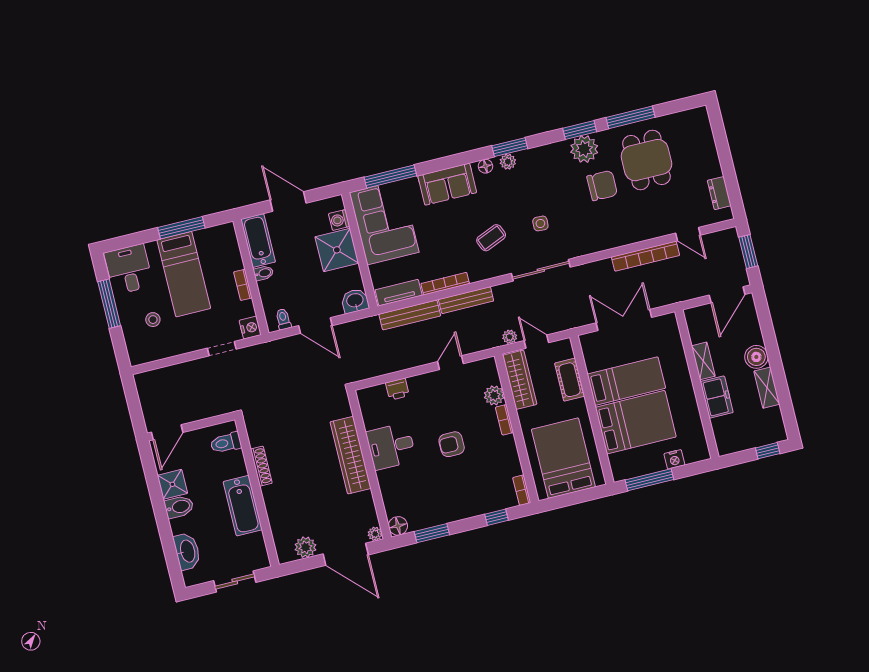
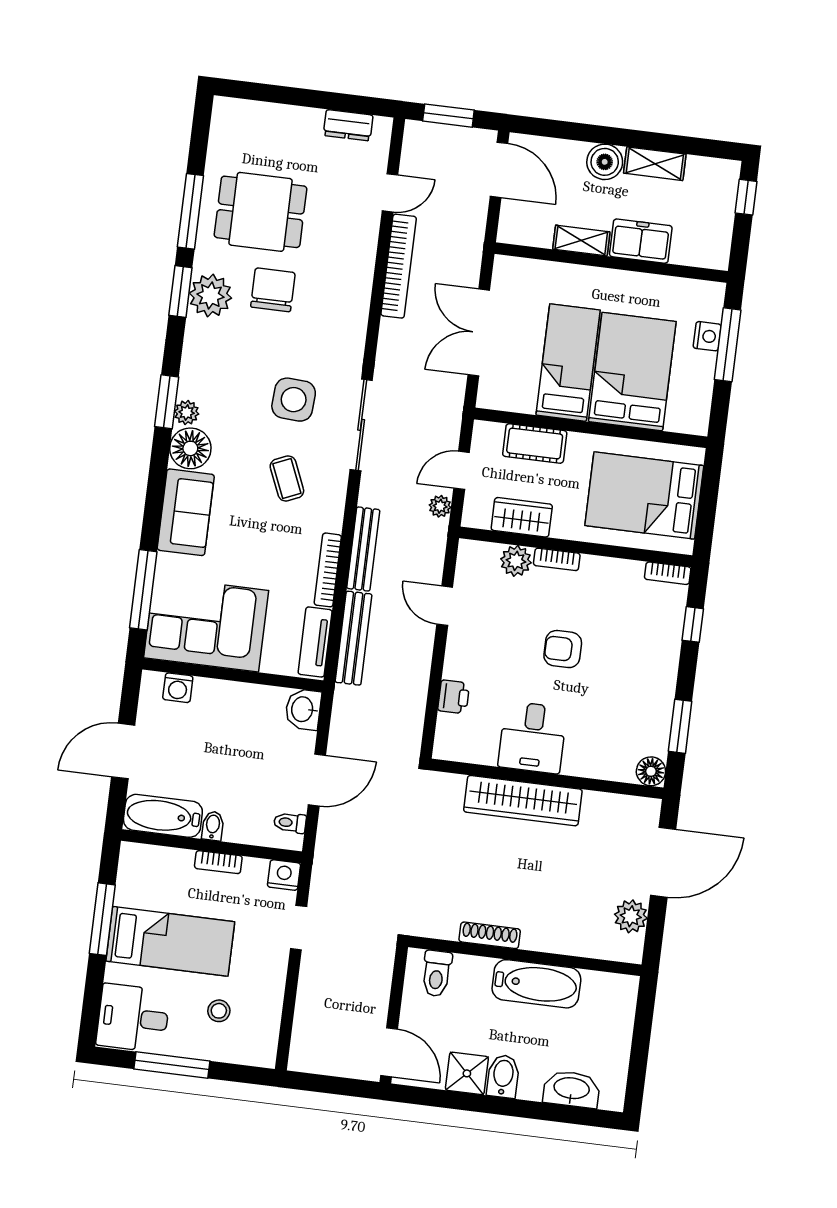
floor lamp: (485, 166) -> (190, 448), width x1.89, depth x1.89
side table: (540, 223) -> (294, 400), width x1.87, depth x1.87
shower: (337, 250) -> (220, 707), removed
wardrobe: (520, 380) -> (522, 517), width x0.67
armchair: (452, 444) -> (563, 649), turned 90
window: (649, 480) -> (728, 345), moved
plant: (375, 534) -> (650, 809), removed
sliding door: (235, 582) -> (641, 1037), removed

